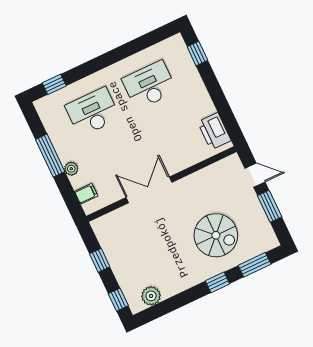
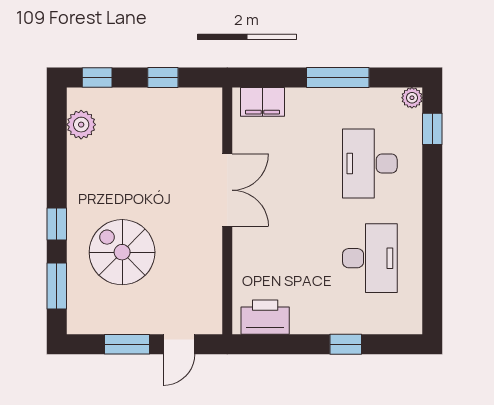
window: (197, 54) -> (346, 344), moved
desk: (93, 112) -> (370, 164), turned 180
plant: (71, 169) -> (412, 98), moved
filing cabinet: (86, 194) -> (262, 102), width x2.00
spiral stairs: (216, 235) -> (122, 252), turned 90

